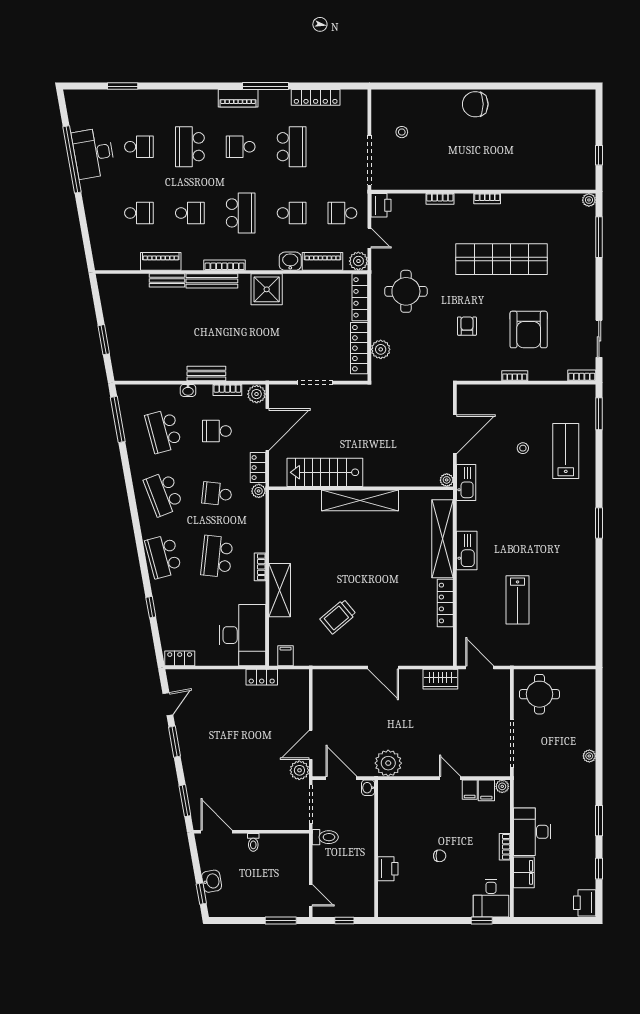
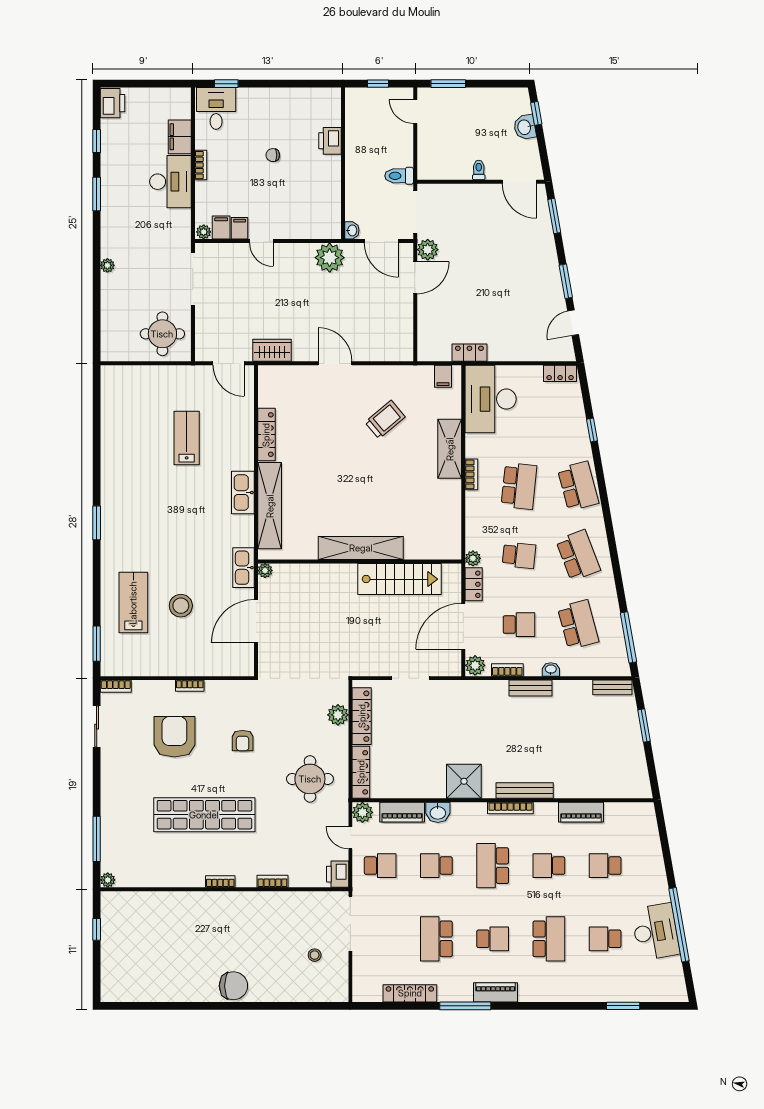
bench: (167, 280) -> (612, 687), moved
stool: (523, 448) -> (181, 606), width x1.89, depth x1.89
lab bench: (566, 451) -> (133, 603), turned 180

